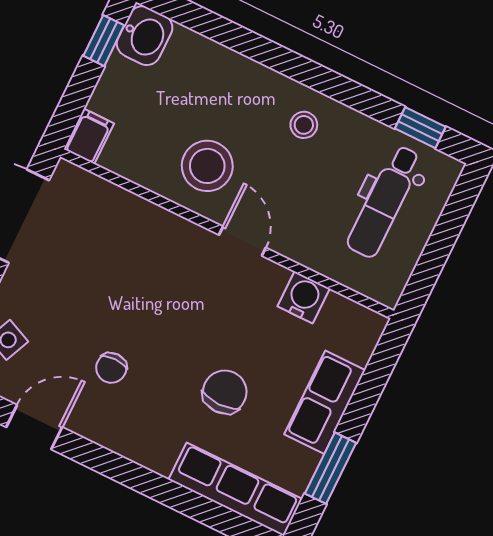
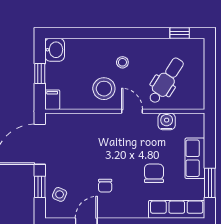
window: (104, 41) -> (40, 74), moved
stool: (304, 125) -> (122, 62), moved
dental chair: (384, 202) -> (166, 81), moved, turned -147

